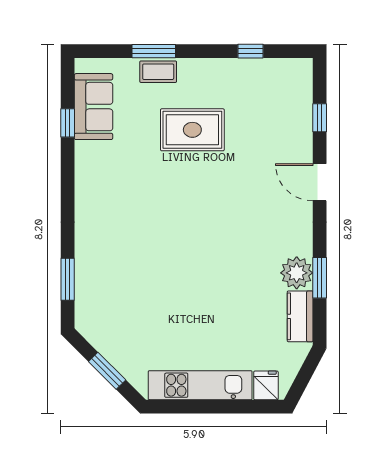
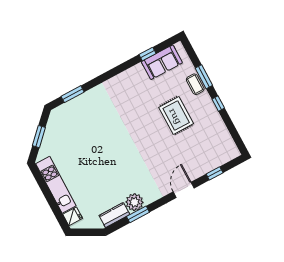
window: (250, 51) -> (218, 104), moved

